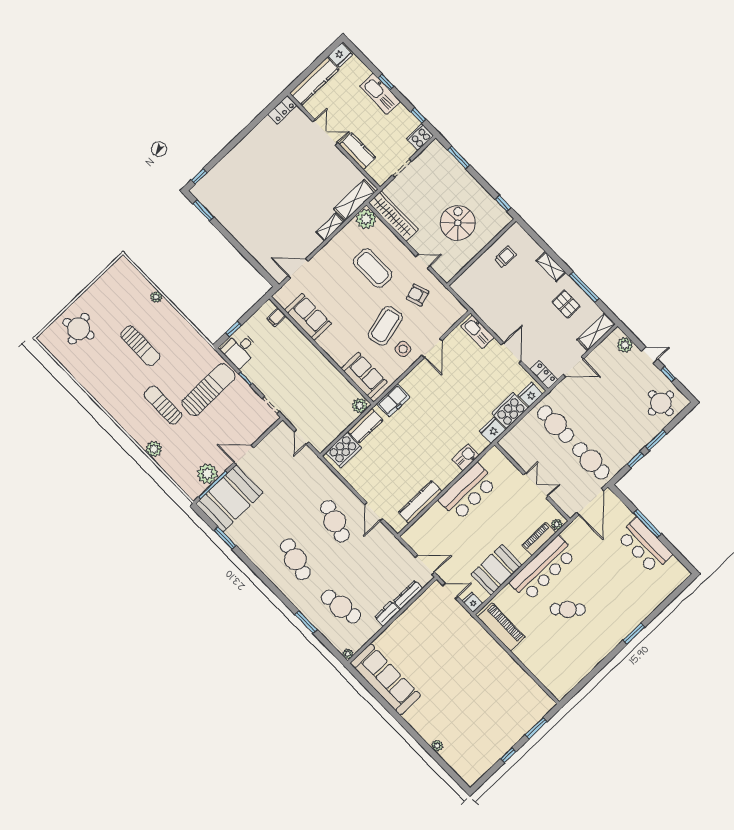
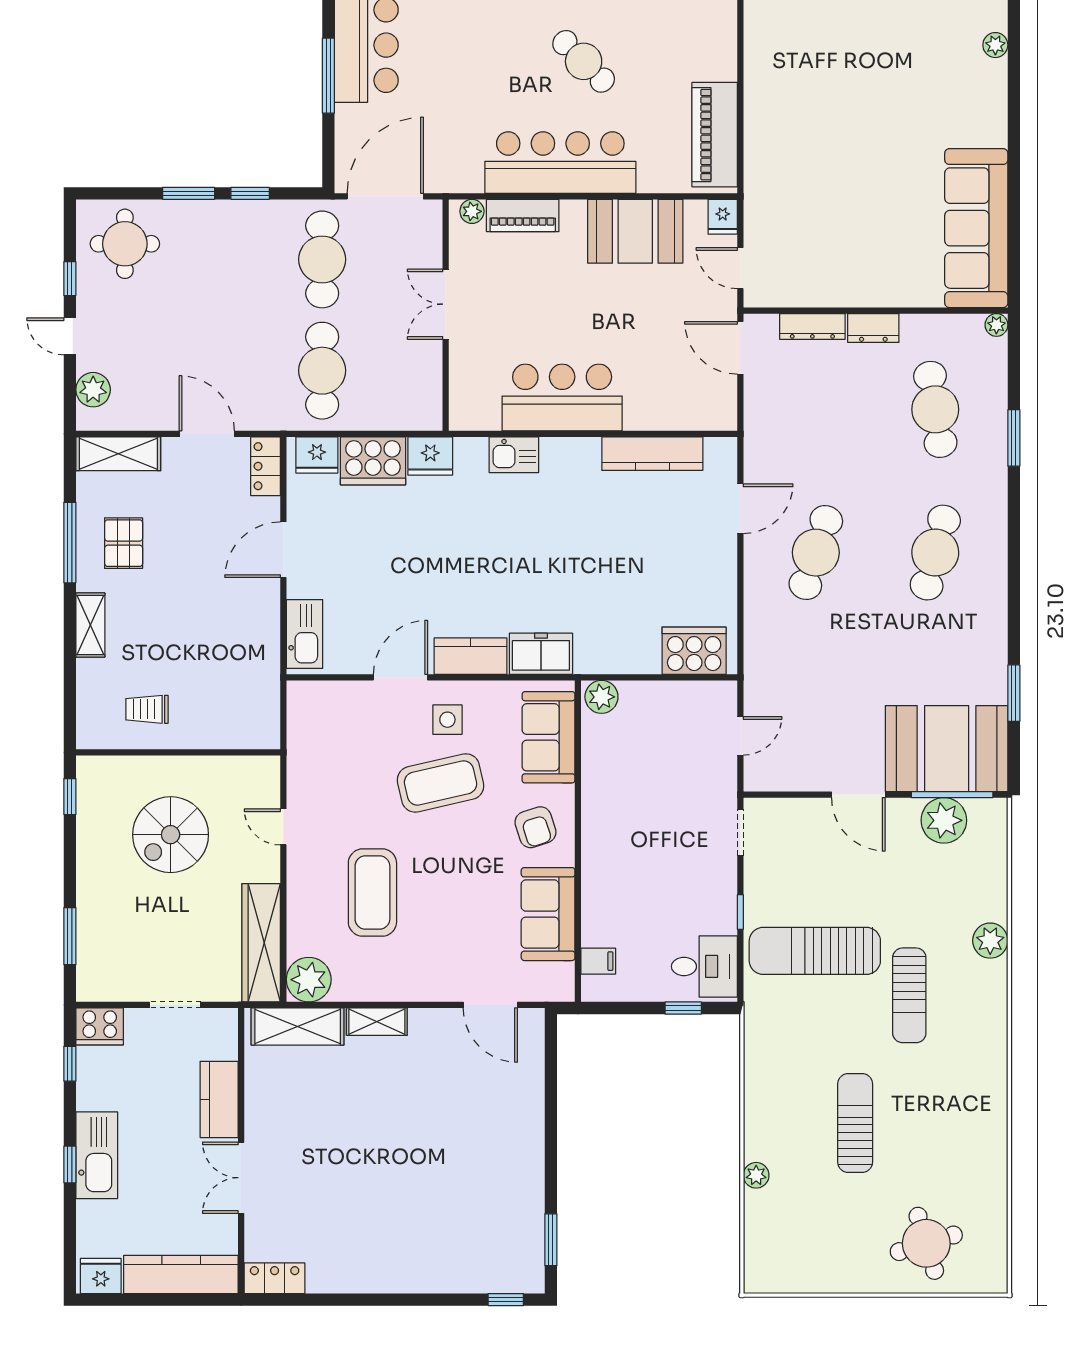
armchair: (418, 295) -> (535, 827), moved
kitchen counter: (365, 426) -> (471, 656), moved

